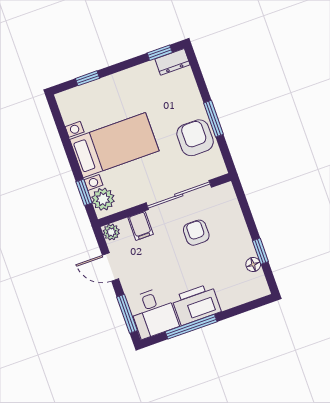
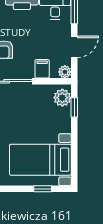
bed with nightstands: (114, 145) -> (40, 160), moved
door: (110, 267) -> (74, 47), hinge flipped

